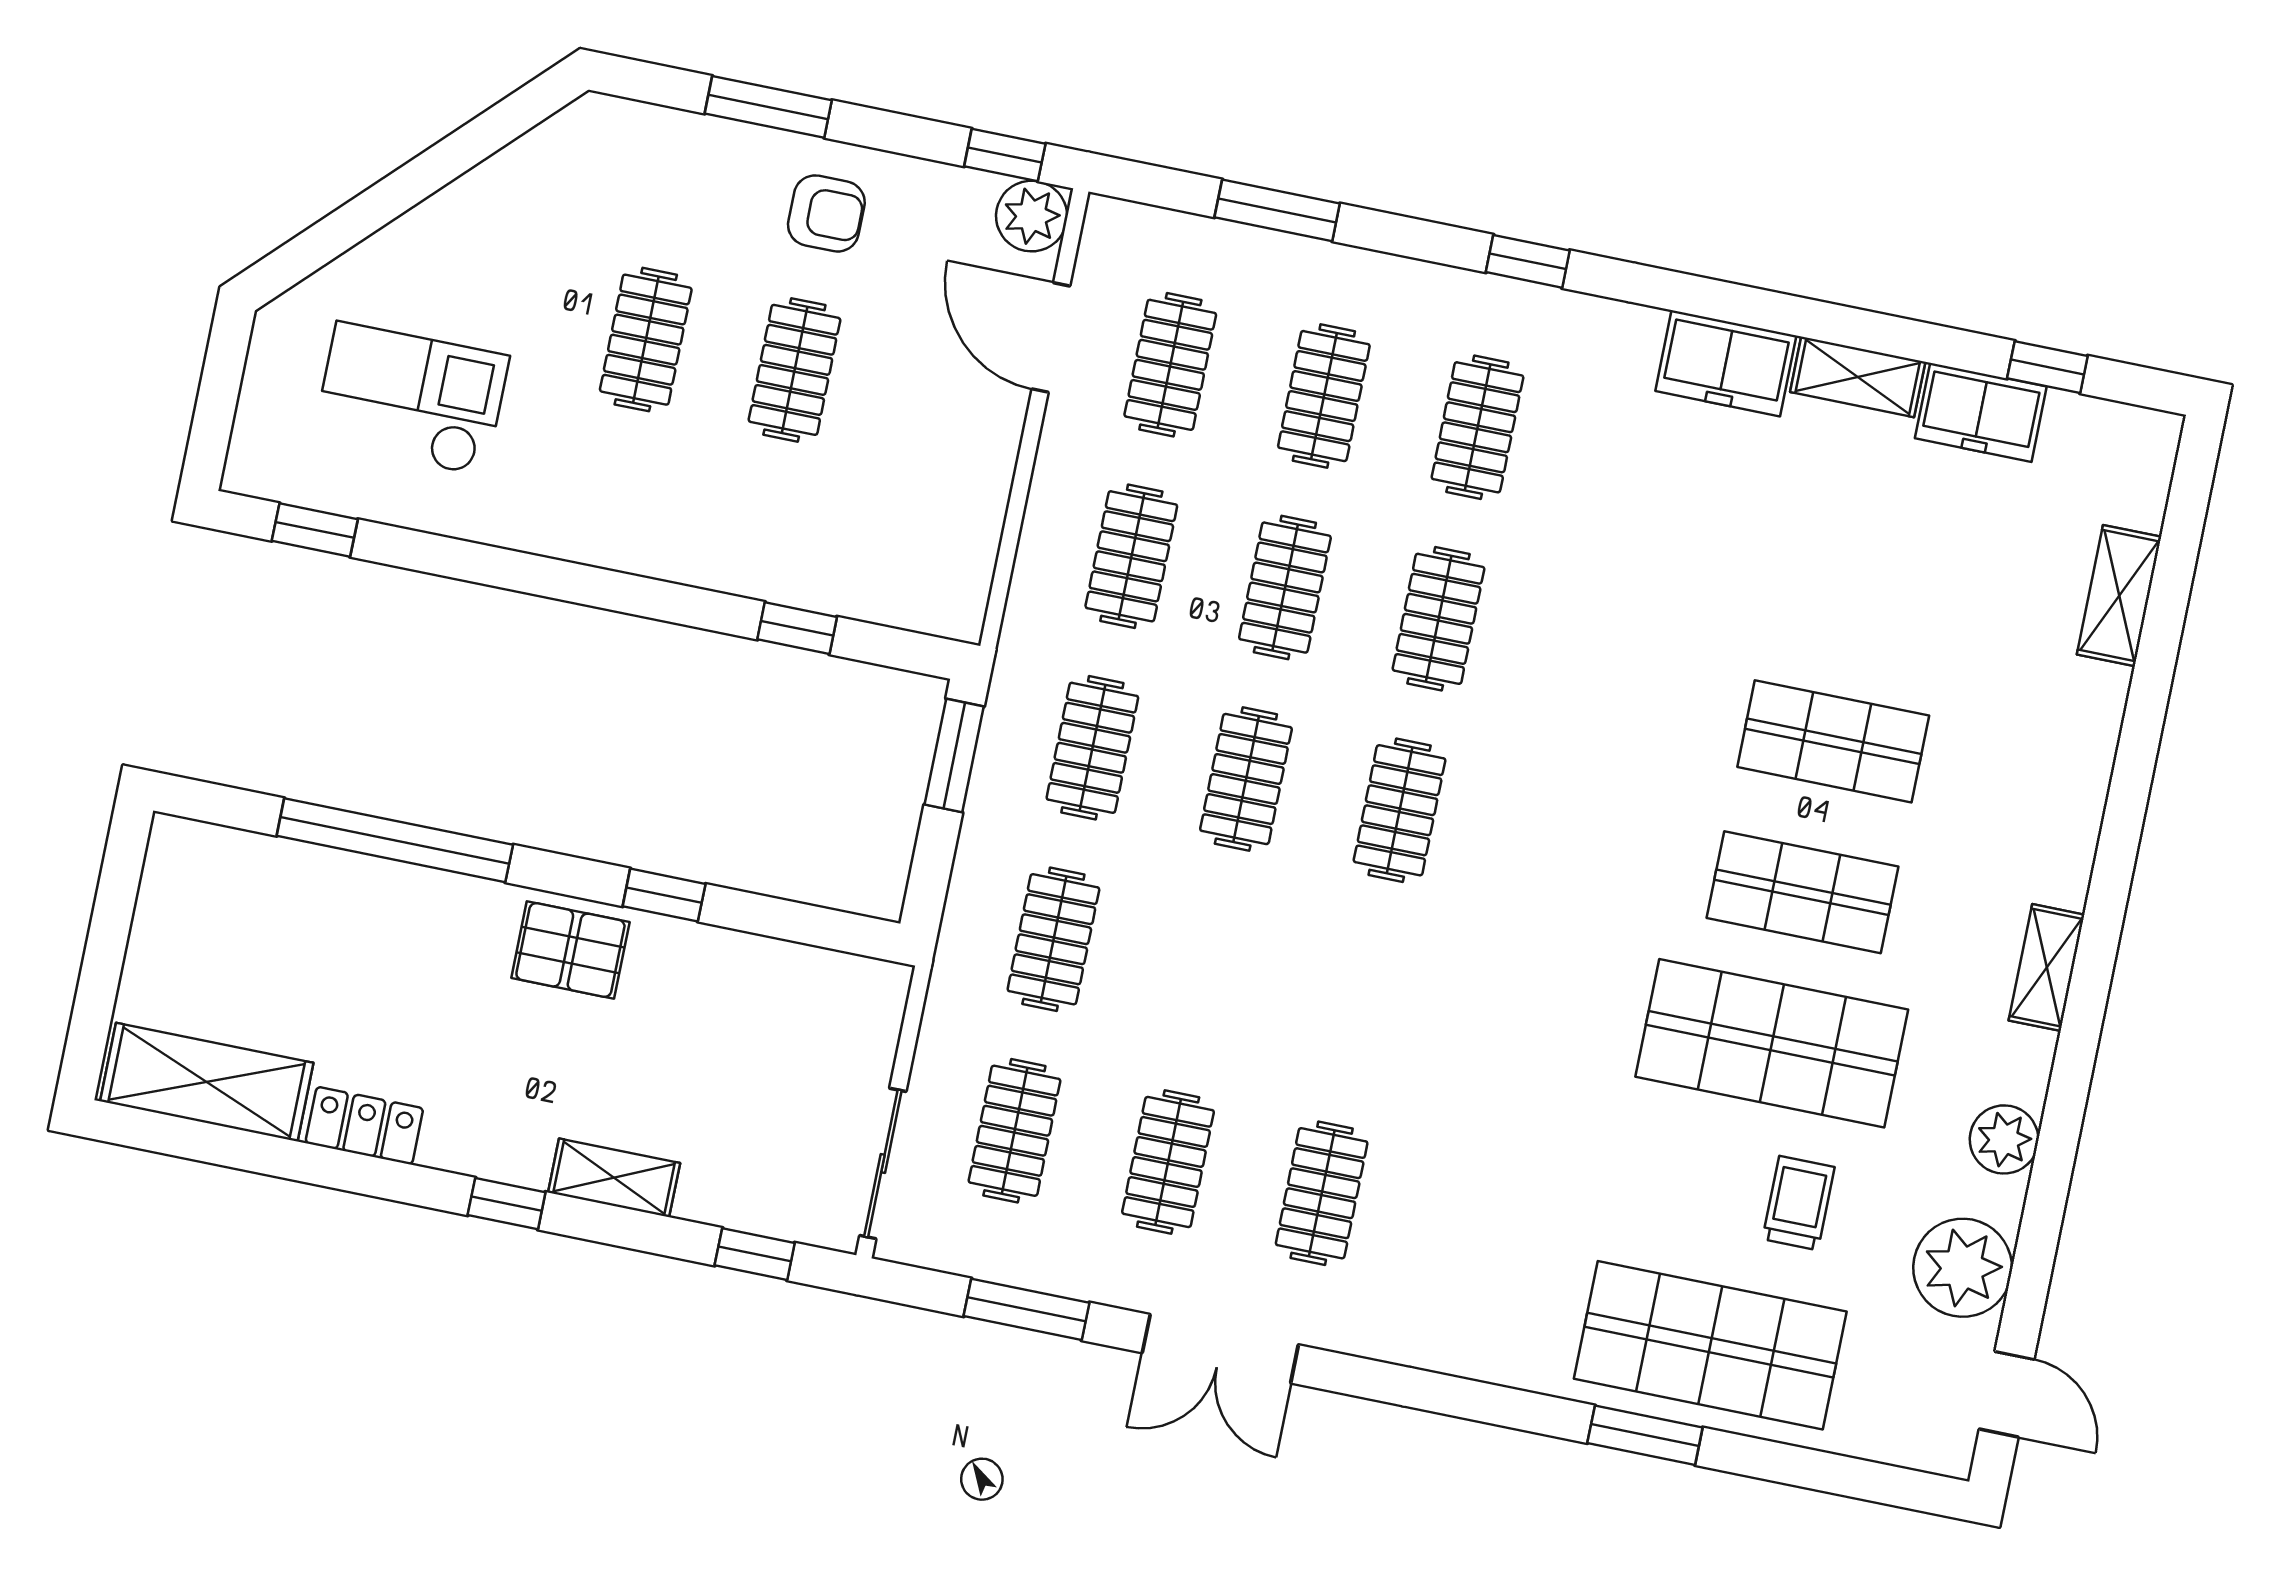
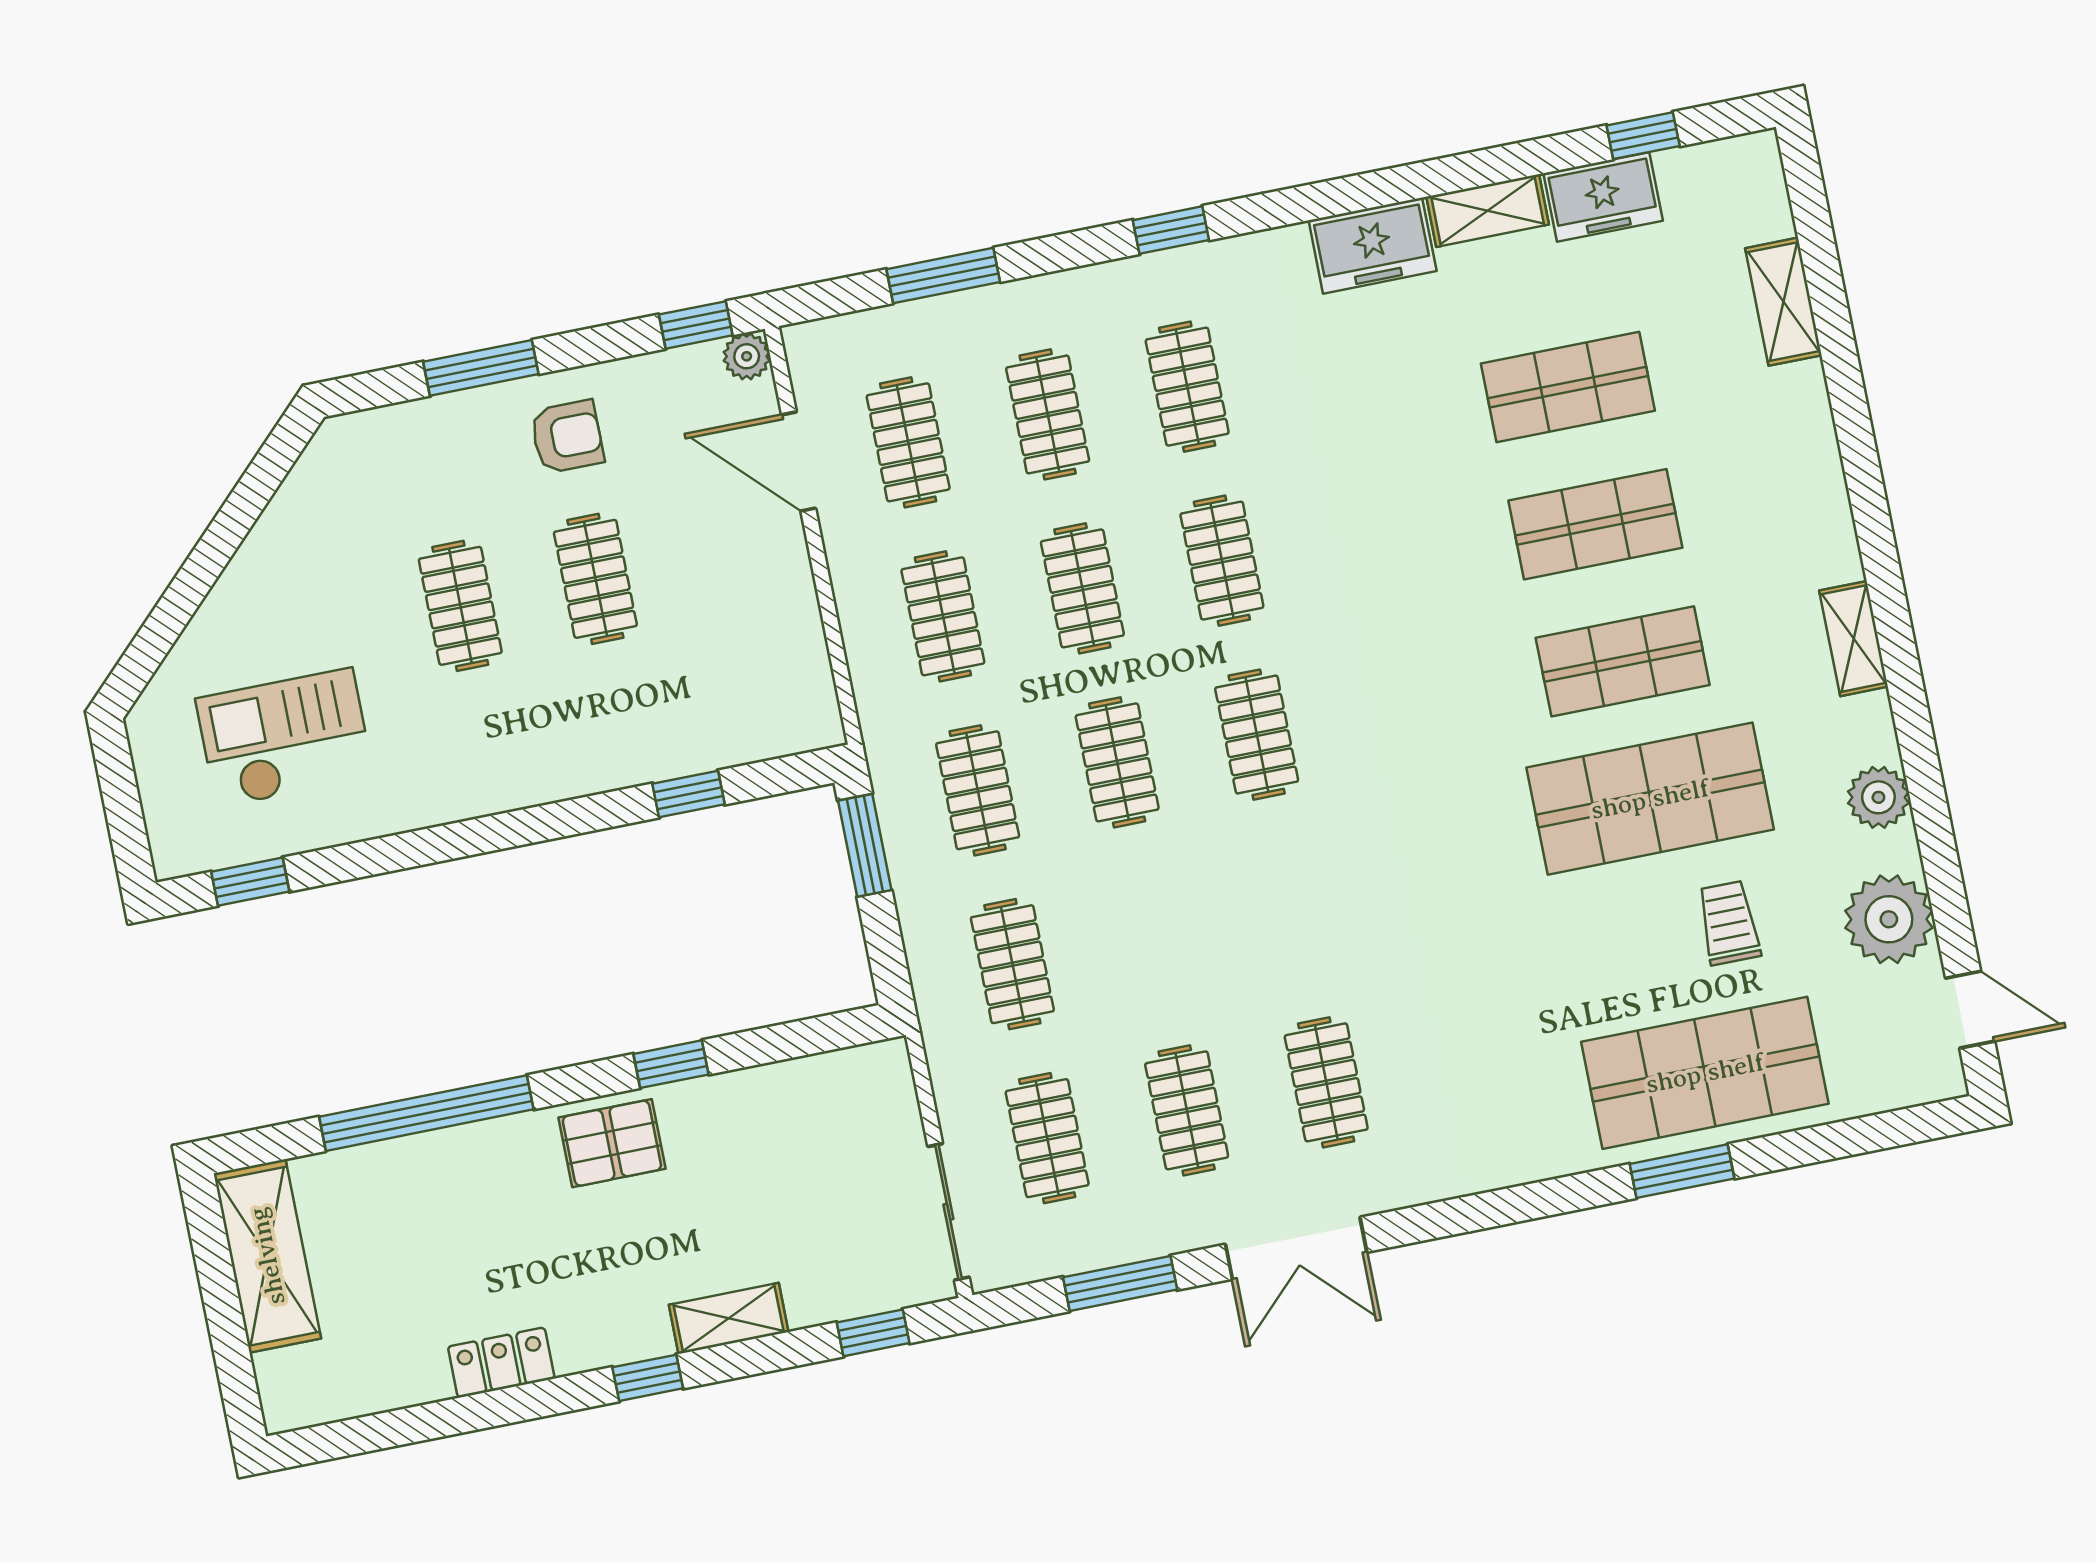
plant: (1032, 216) -> (747, 356), width x0.73, depth x0.73
shop shelf: (1864, 590) -> (1568, 387), added
shelving: (207, 1082) -> (267, 1256), moved, turned 90

